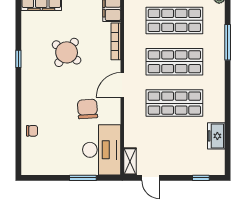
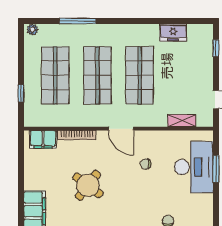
chair: (87, 109) -> (146, 164), width x0.54, depth x0.54
desk: (102, 150) -> (194, 167), moved, turned 90
shelving: (130, 161) -> (182, 121), moved

